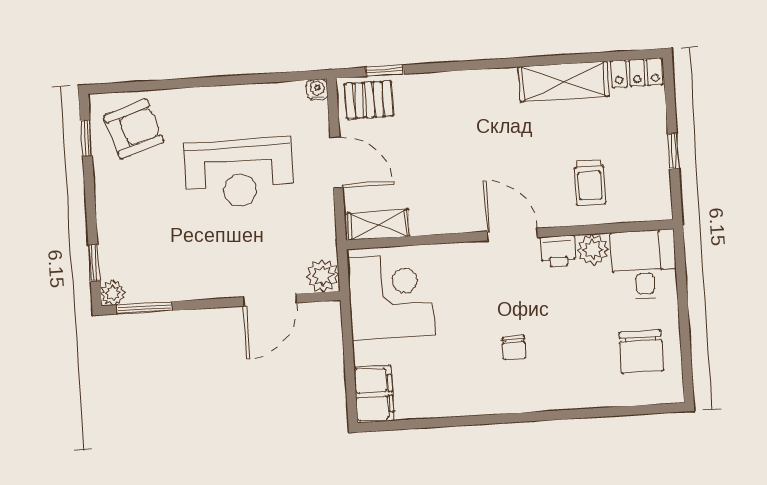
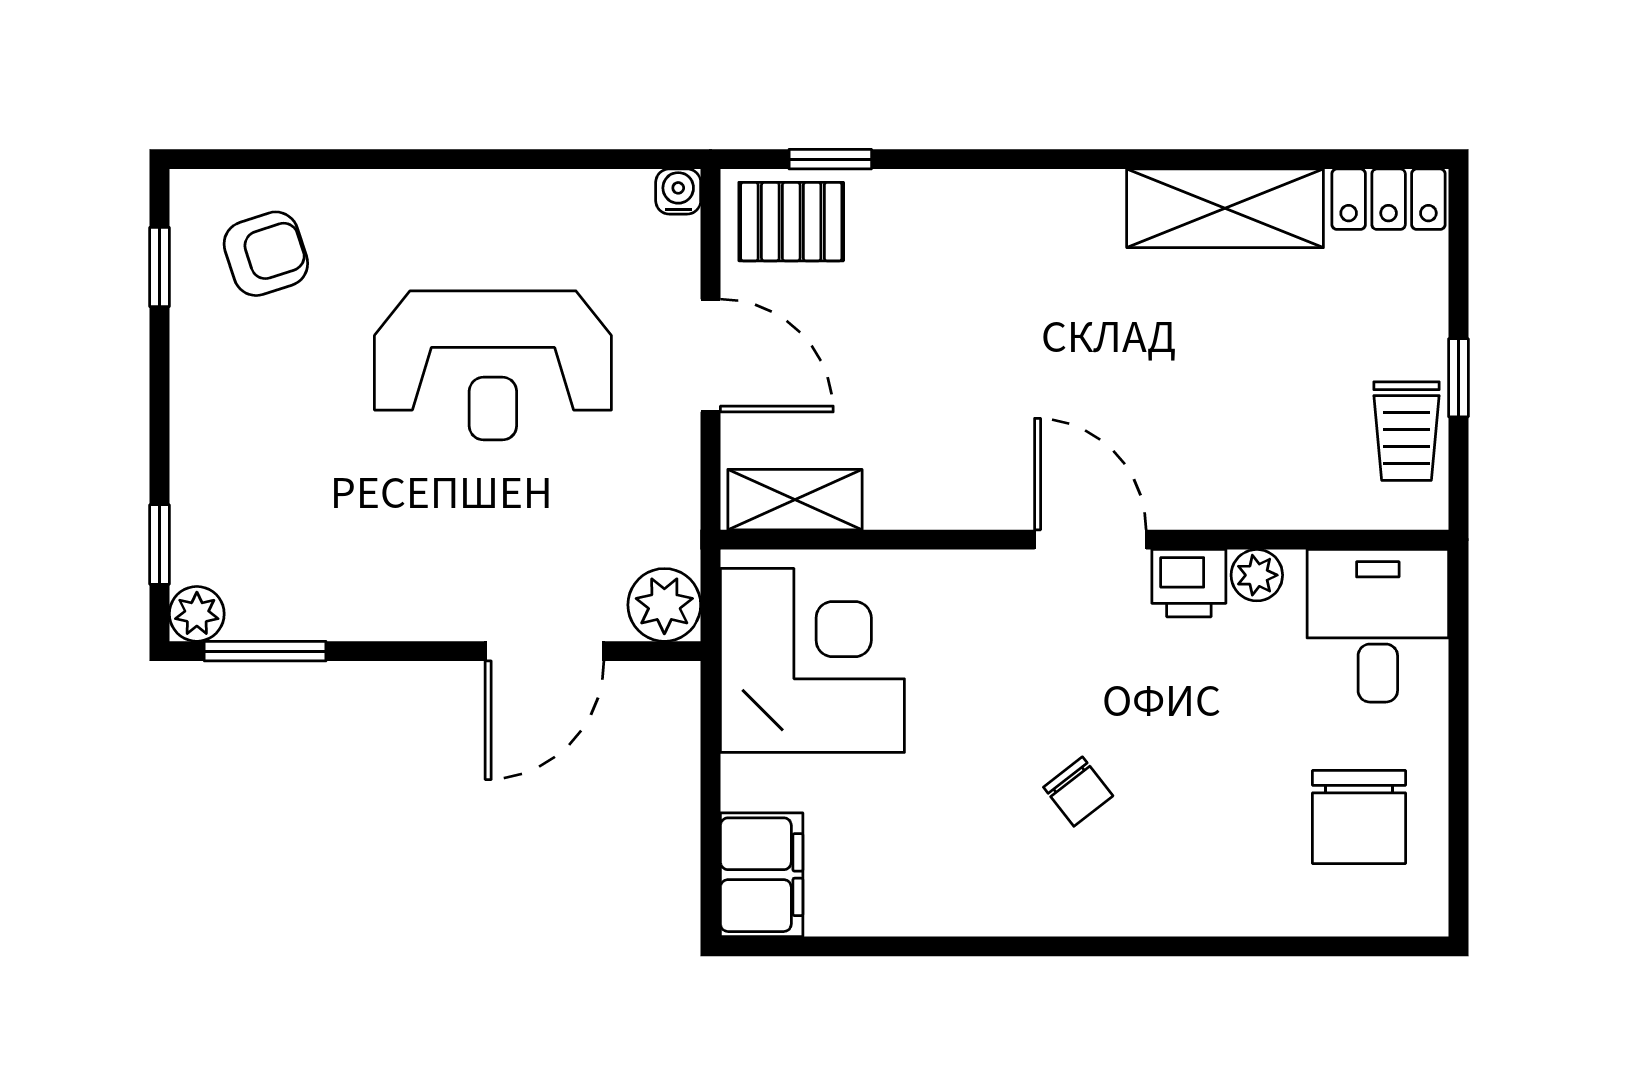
armchair: (134, 129) -> (266, 254), width x0.72, depth x0.72
trolley: (590, 183) -> (1406, 431), moved
plant: (593, 250) -> (1257, 575), width x0.73, depth x0.73
chair: (514, 348) -> (1078, 792), turned -38

